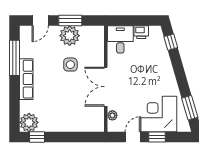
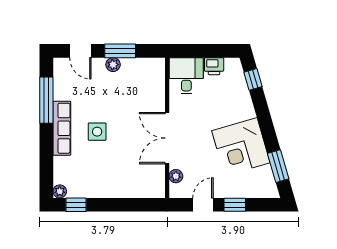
door: (40, 21) -> (80, 51), hinge flipped
plant: (70, 36) -> (113, 65), width x0.53, depth x0.53
side table: (70, 65) -> (97, 132), moved
corner desk: (159, 114) -> (241, 147), moved, turned -106
plant: (29, 122) -> (60, 191), width x0.53, depth x0.53

